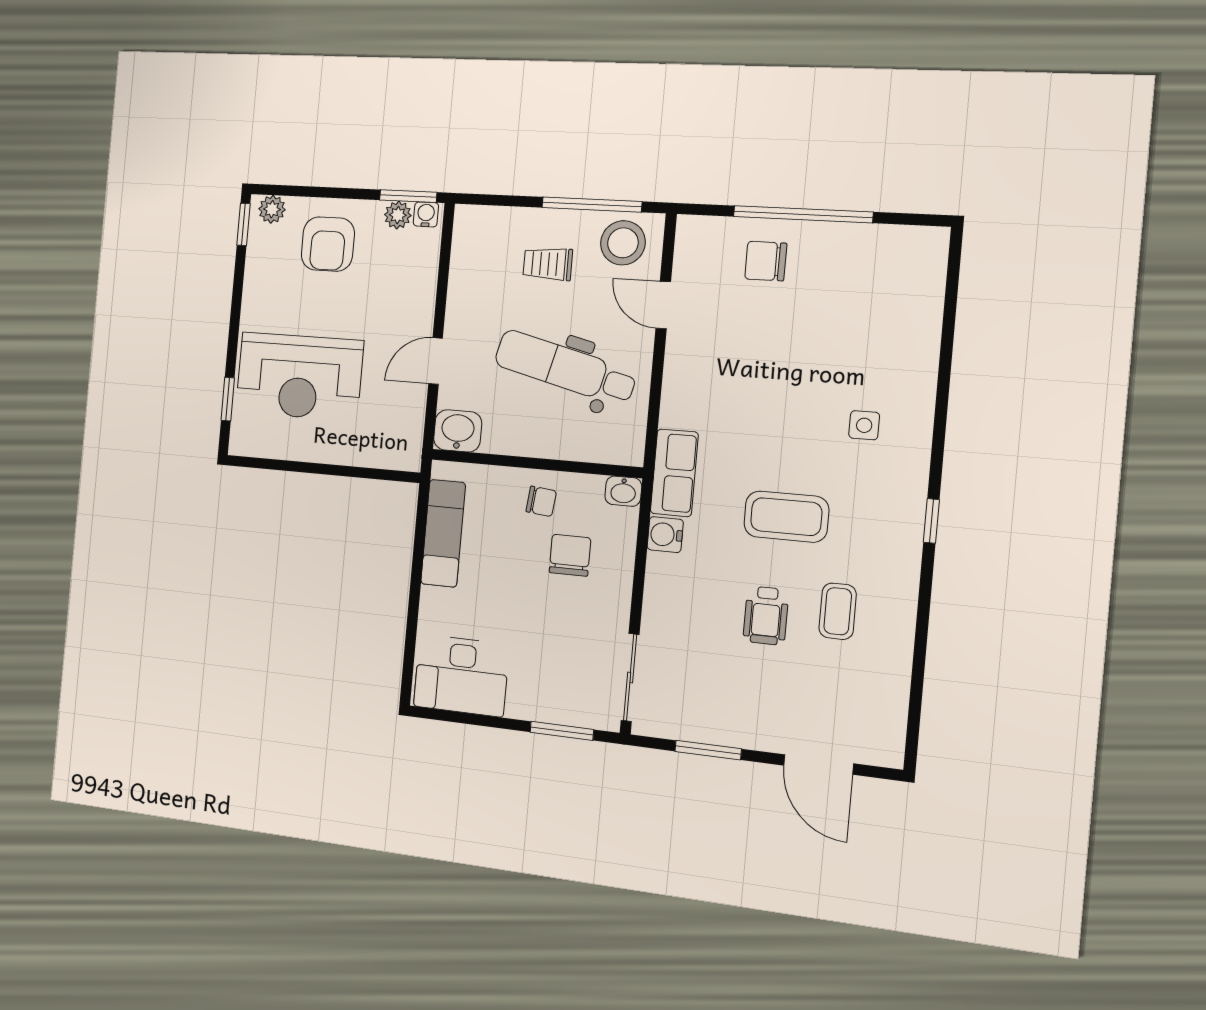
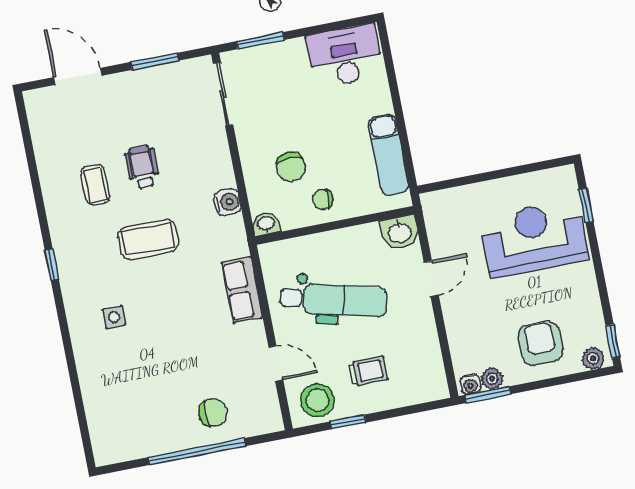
window: (592, 205) -> (348, 422), width x0.46
row of seats: (674, 473) -> (242, 290), moved

